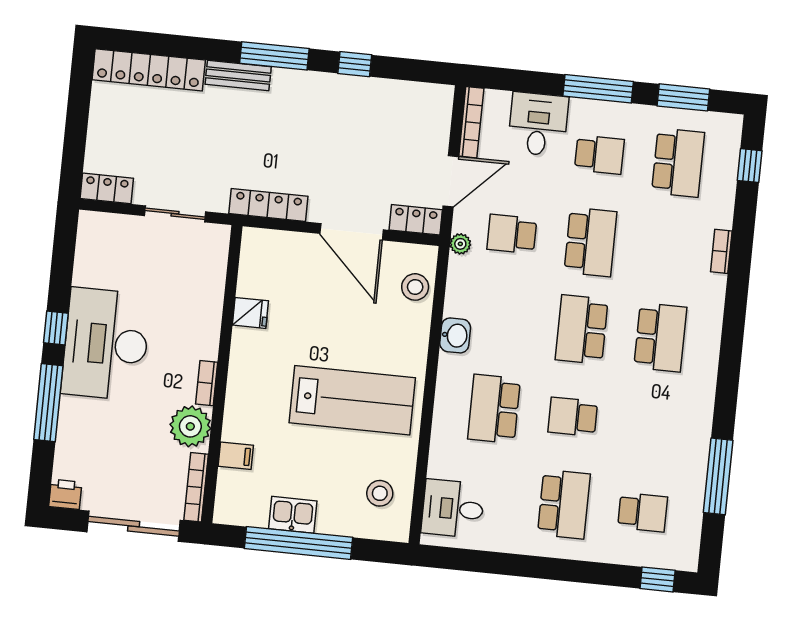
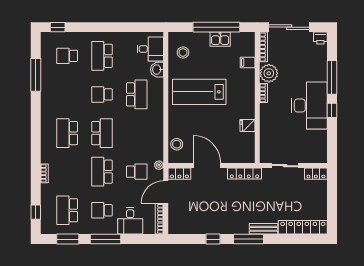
washbasin: (455, 335) -> (157, 70), moved
school desk: (573, 417) -> (102, 94), turned 180

